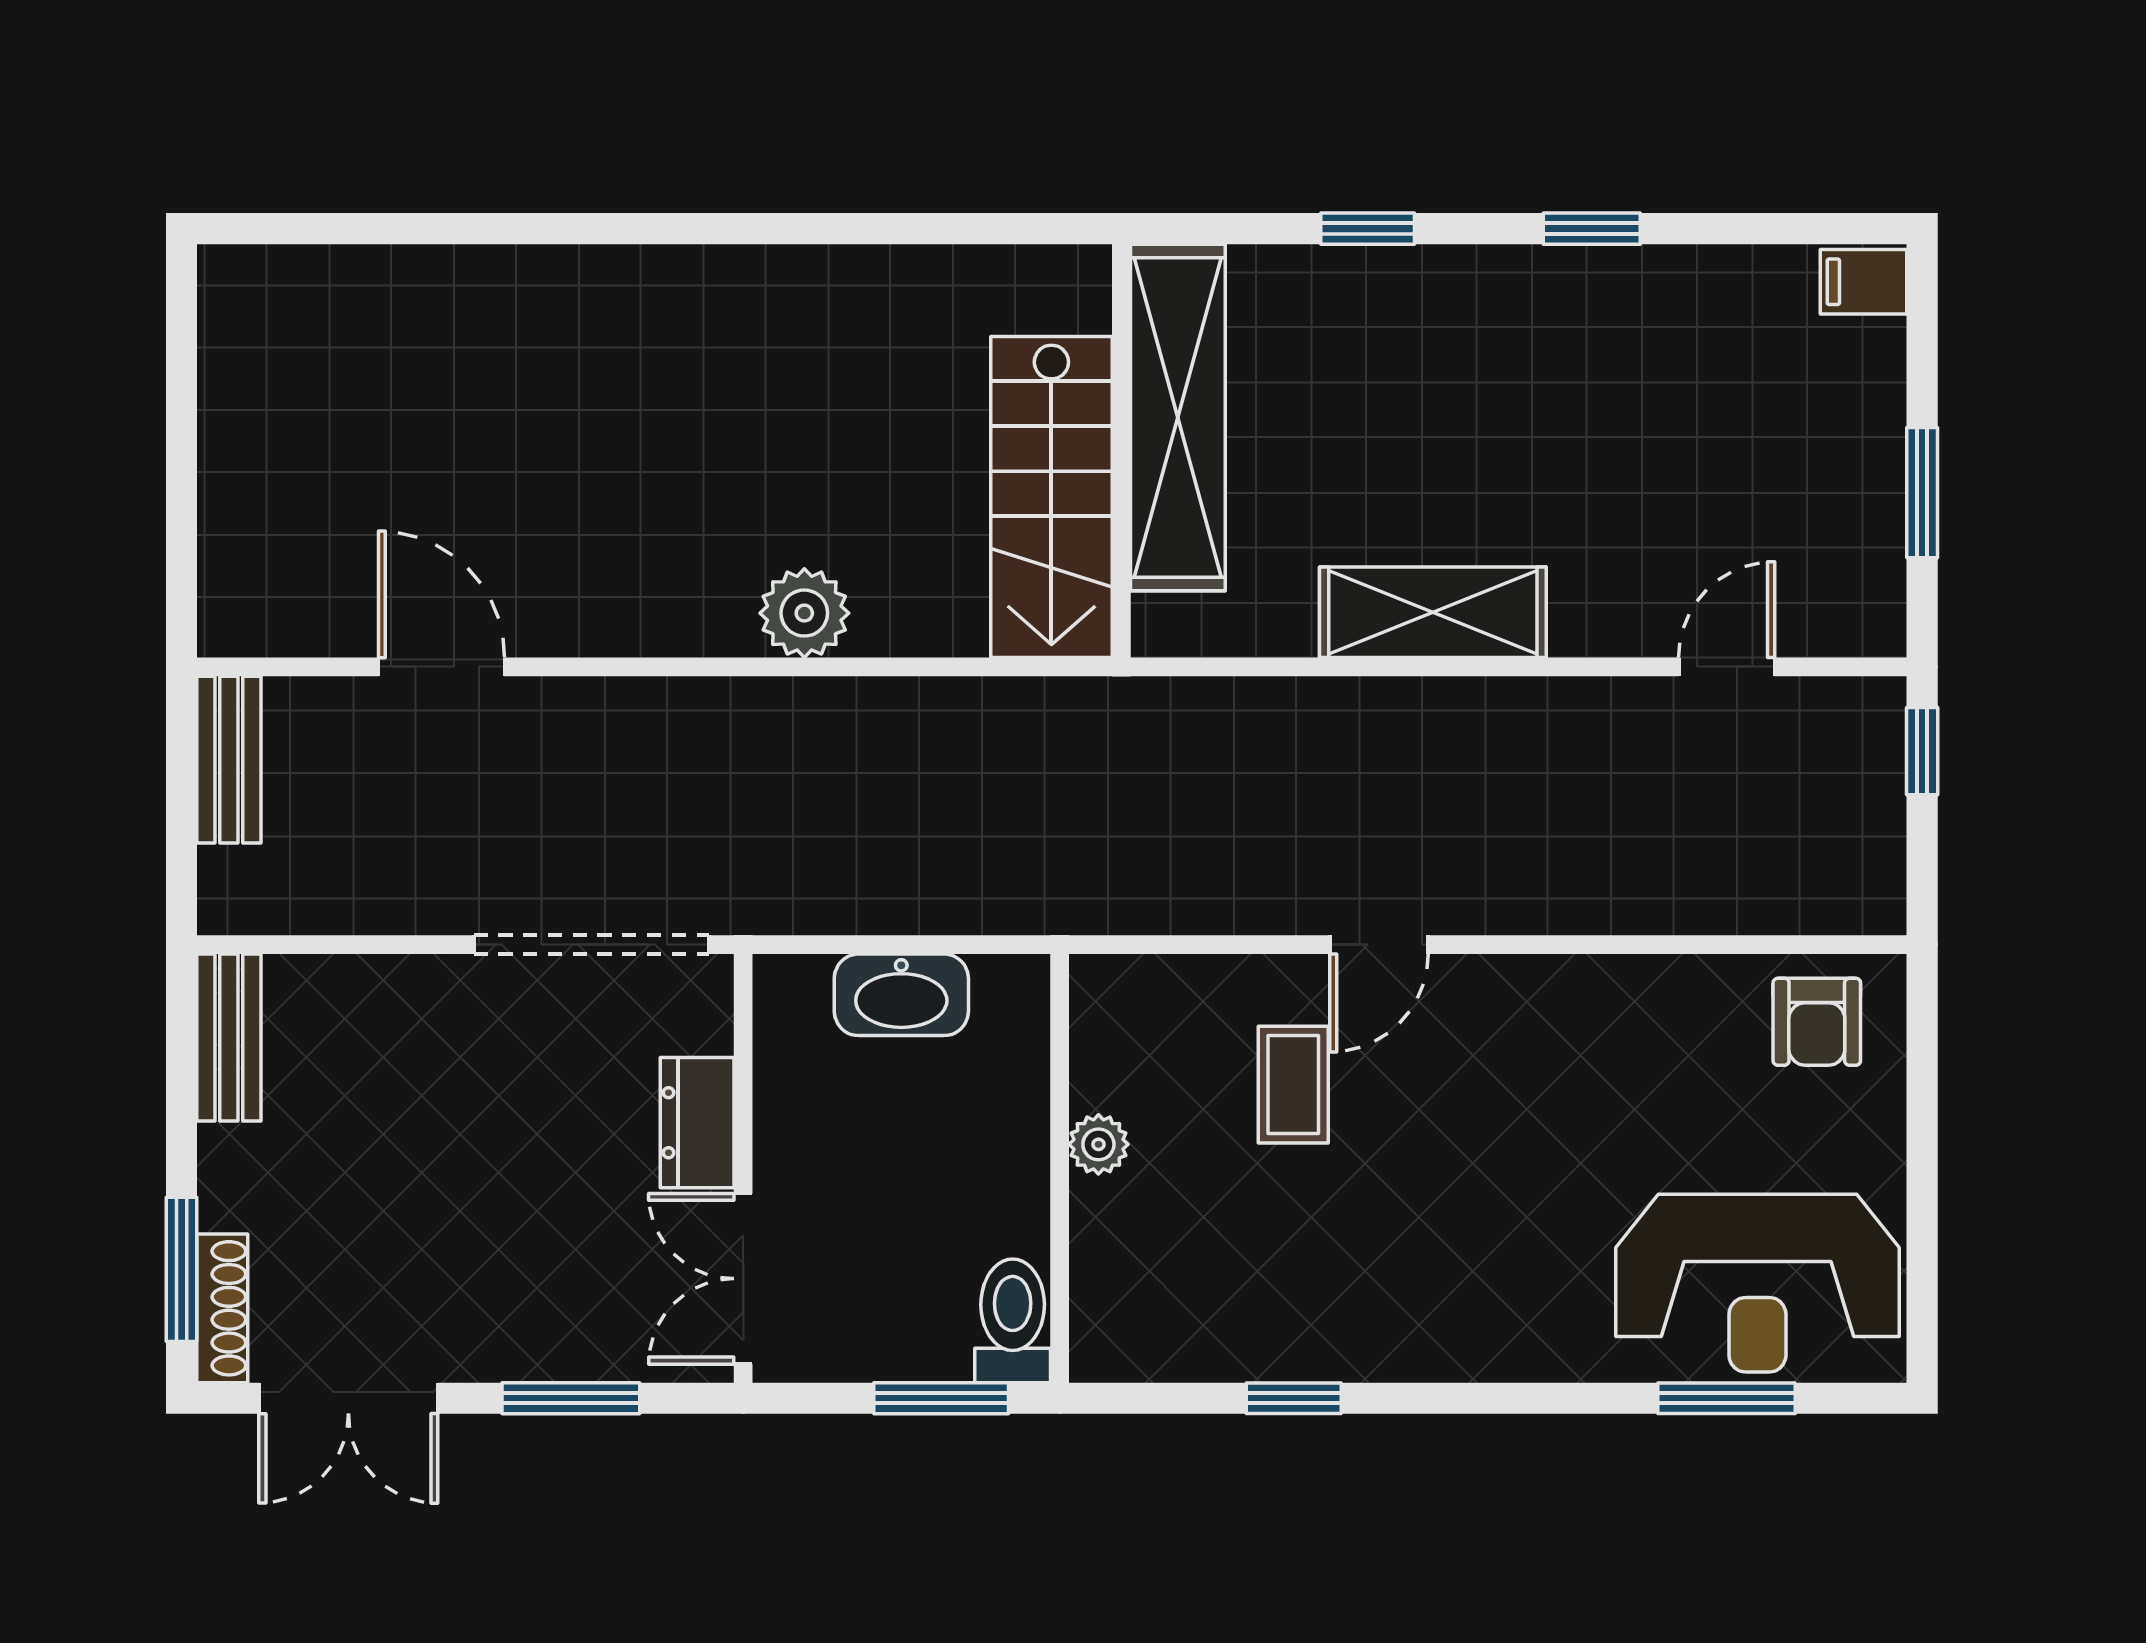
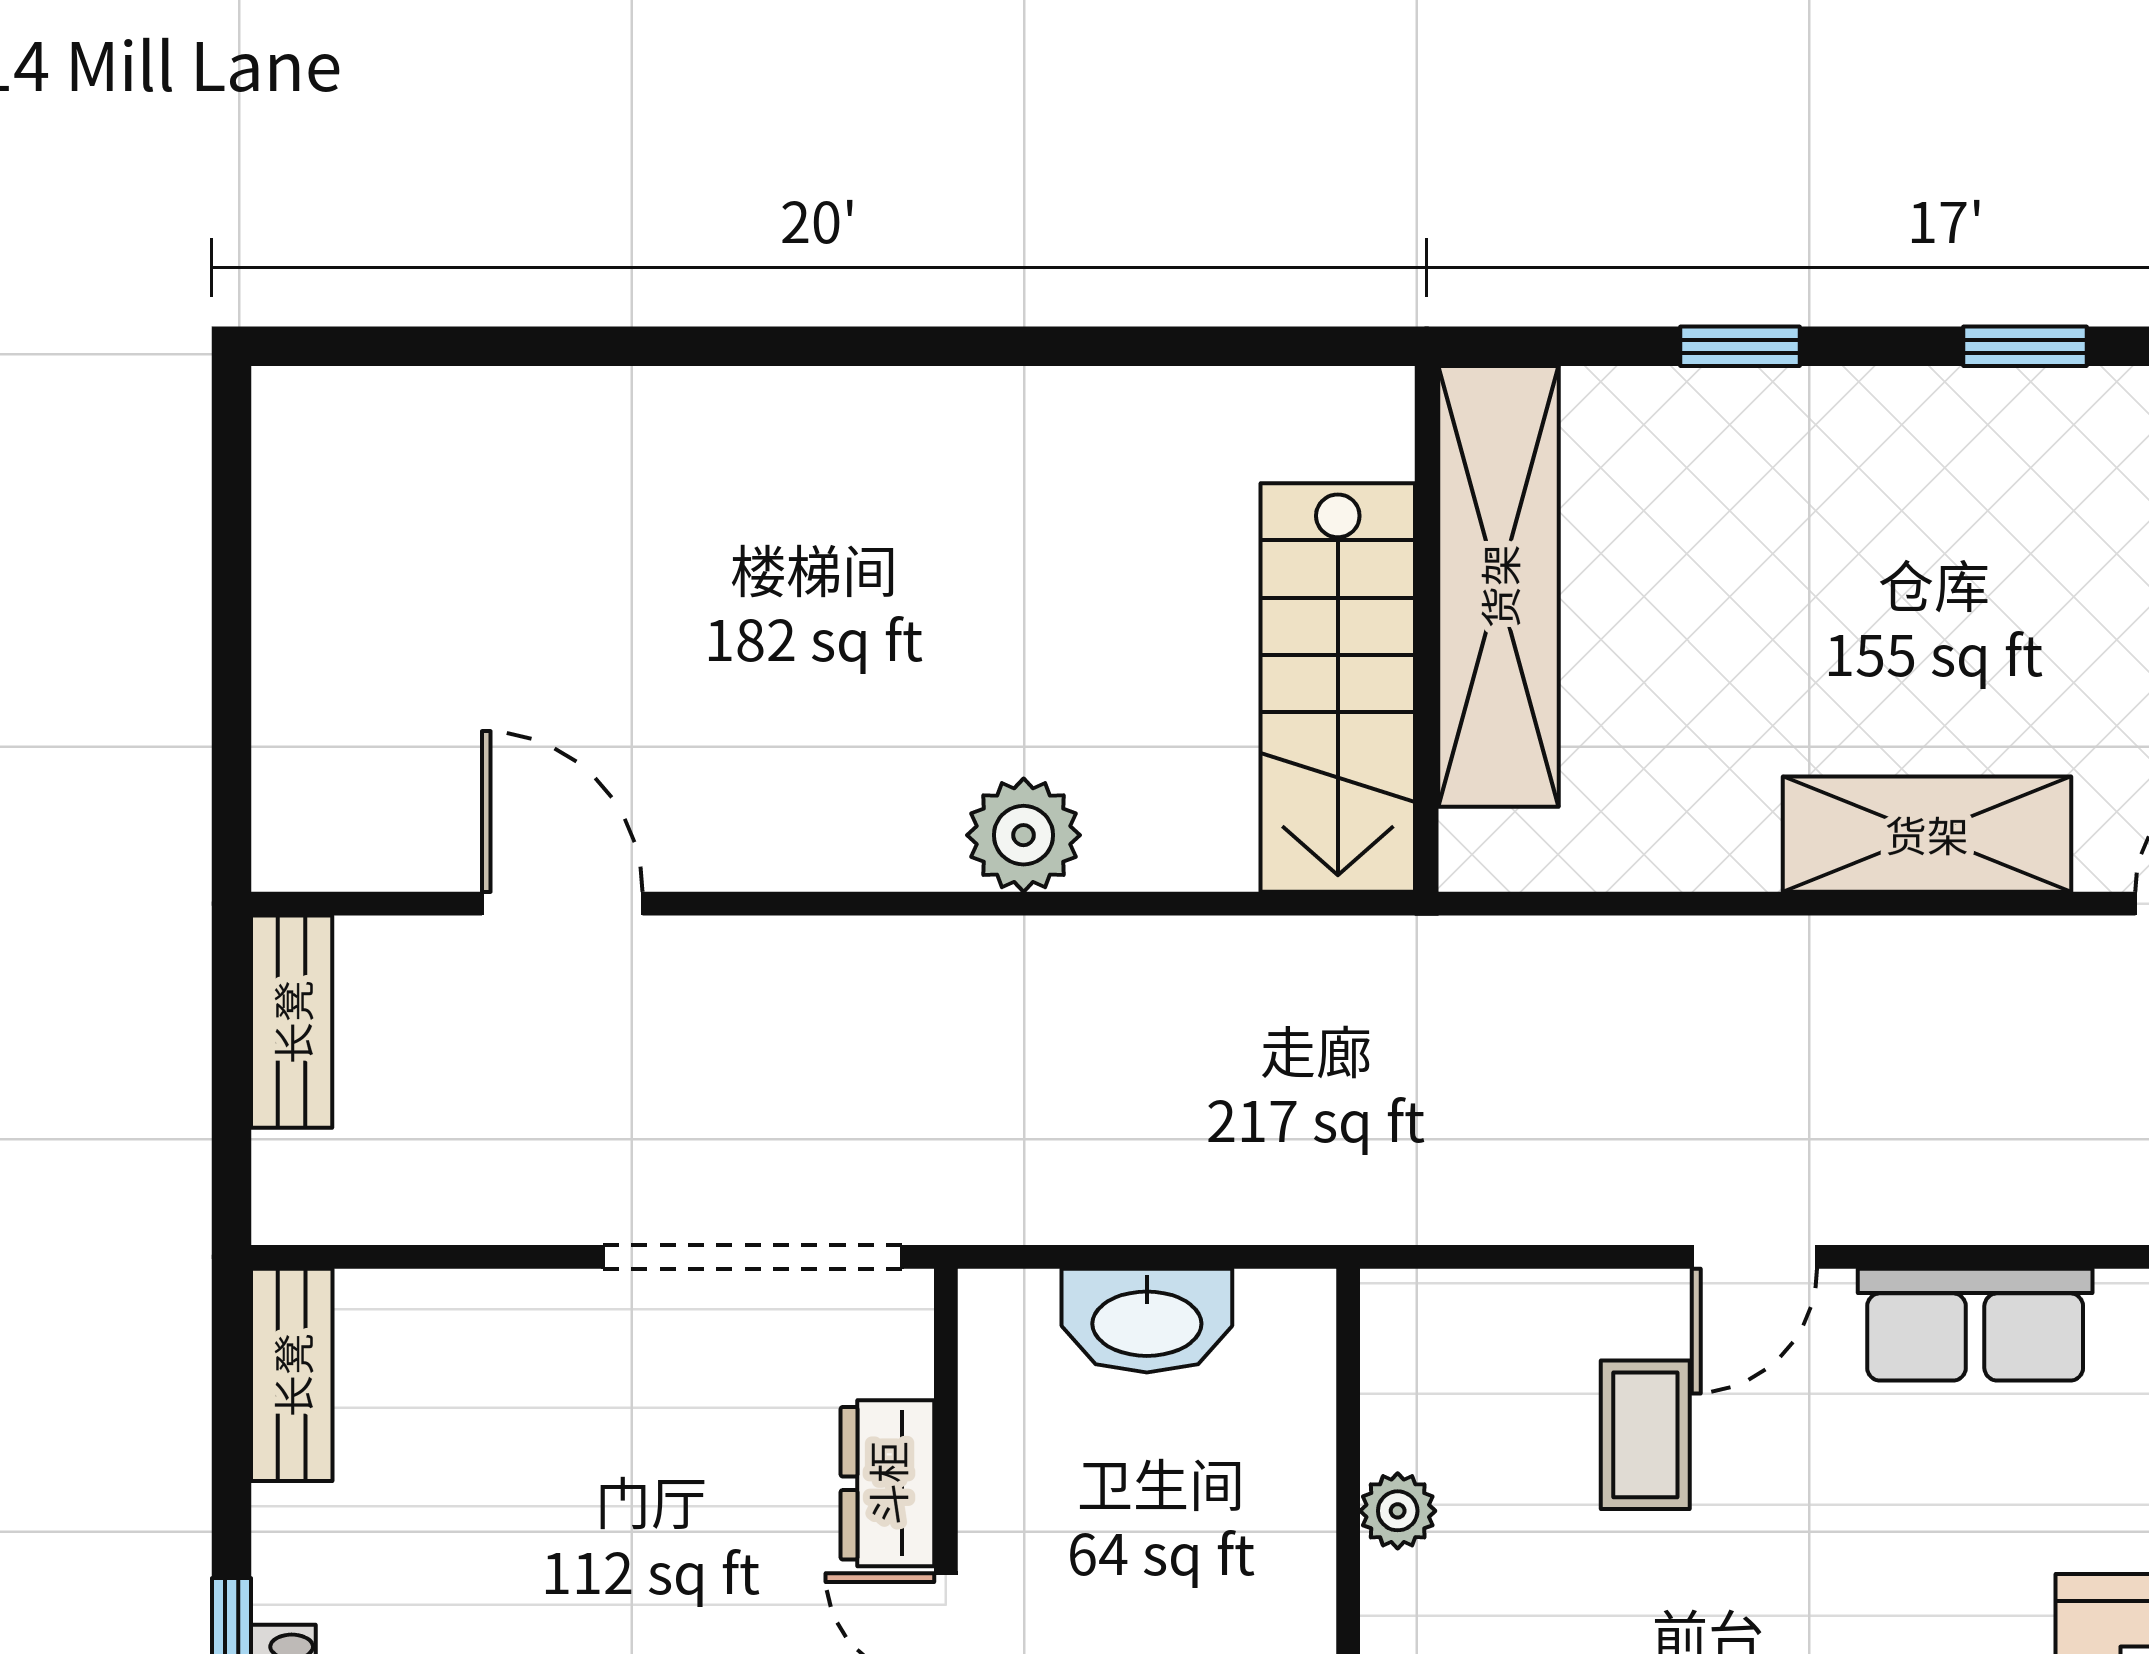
shelving: (1433, 612) -> (1927, 834), moved
row of seats: (1553, 998) -> (1975, 1325), added

